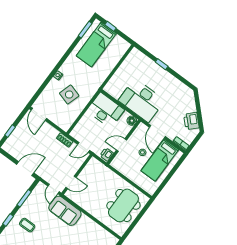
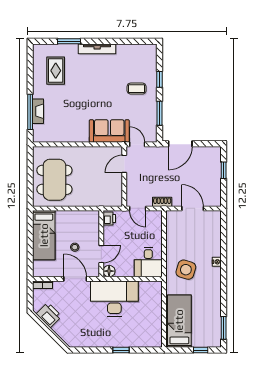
bed: (96, 45) -> (179, 321), moved
side table: (69, 95) -> (186, 270), moved
desk: (106, 110) -> (148, 262), width x0.73
door: (39, 114) -> (193, 208), moved
door: (121, 145) -> (101, 254), moved
door: (84, 147) -> (138, 208), swing flipped
bed: (160, 160) -> (44, 235), moved, turned 180

